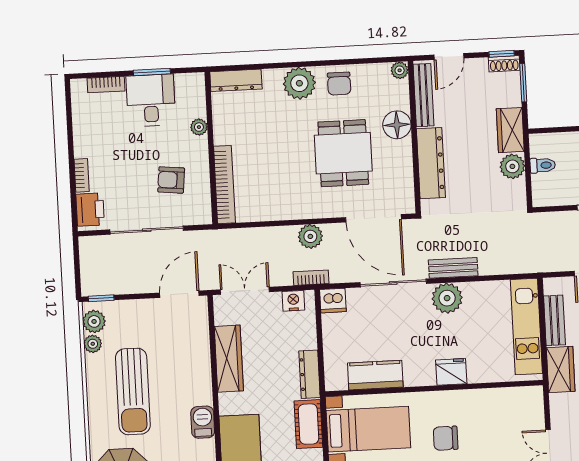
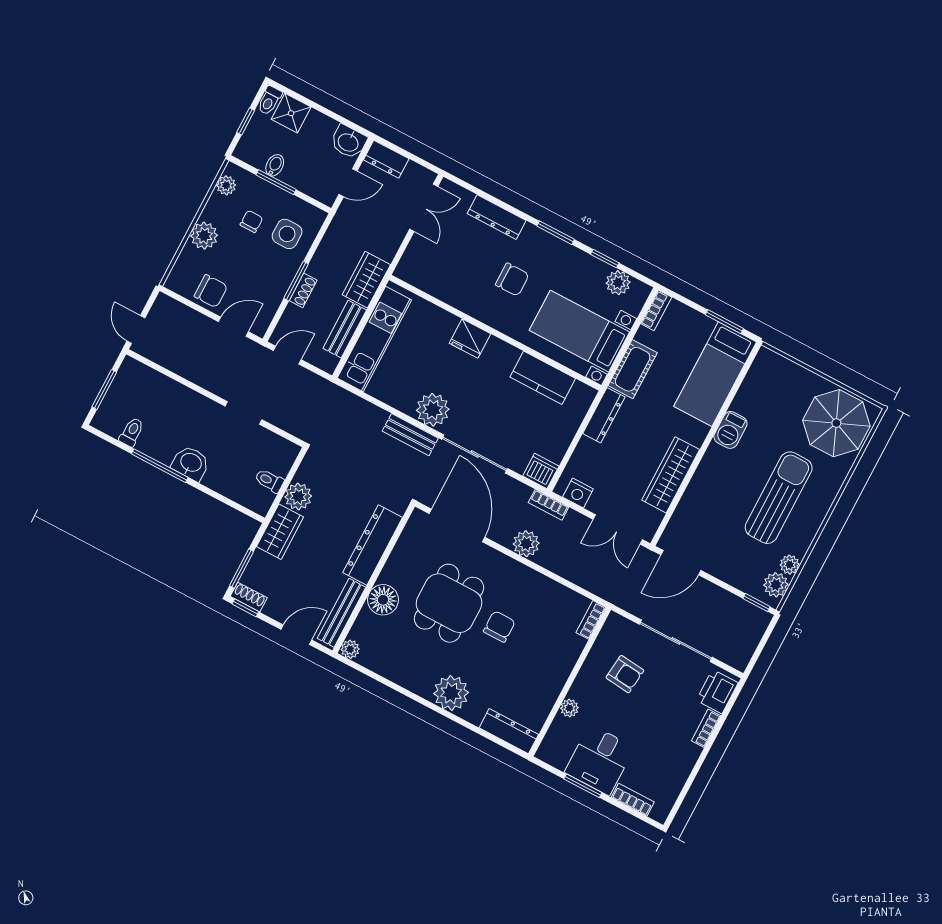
chair: (339, 84) -> (499, 627), moved
bookcase: (224, 185) -> (591, 620), width x0.43, depth x0.76

